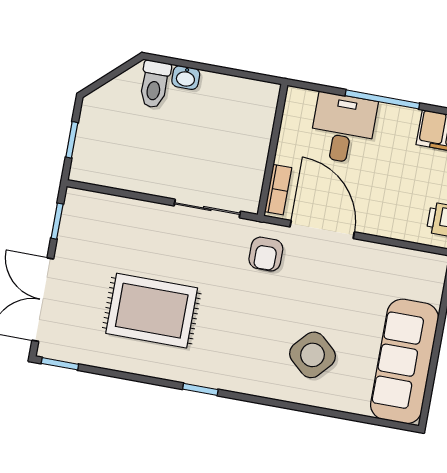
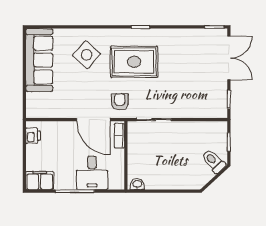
washbasin: (186, 78) -> (137, 184), moved
toilet: (154, 84) -> (213, 161), moved, turned -43
rug: (152, 311) -> (134, 62), moved

